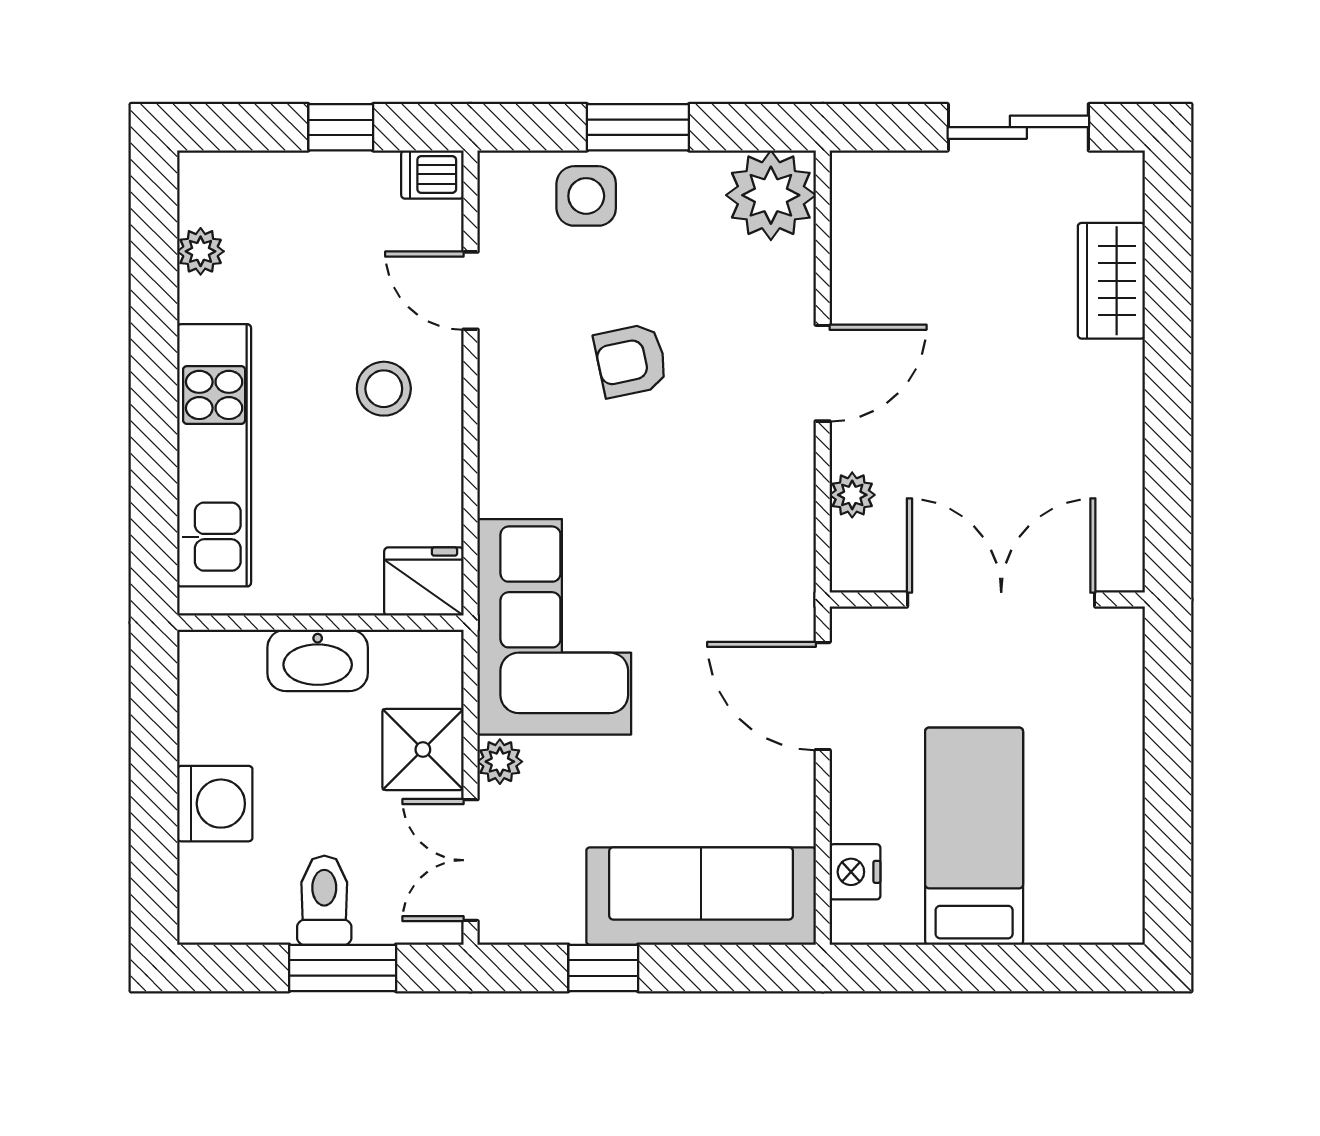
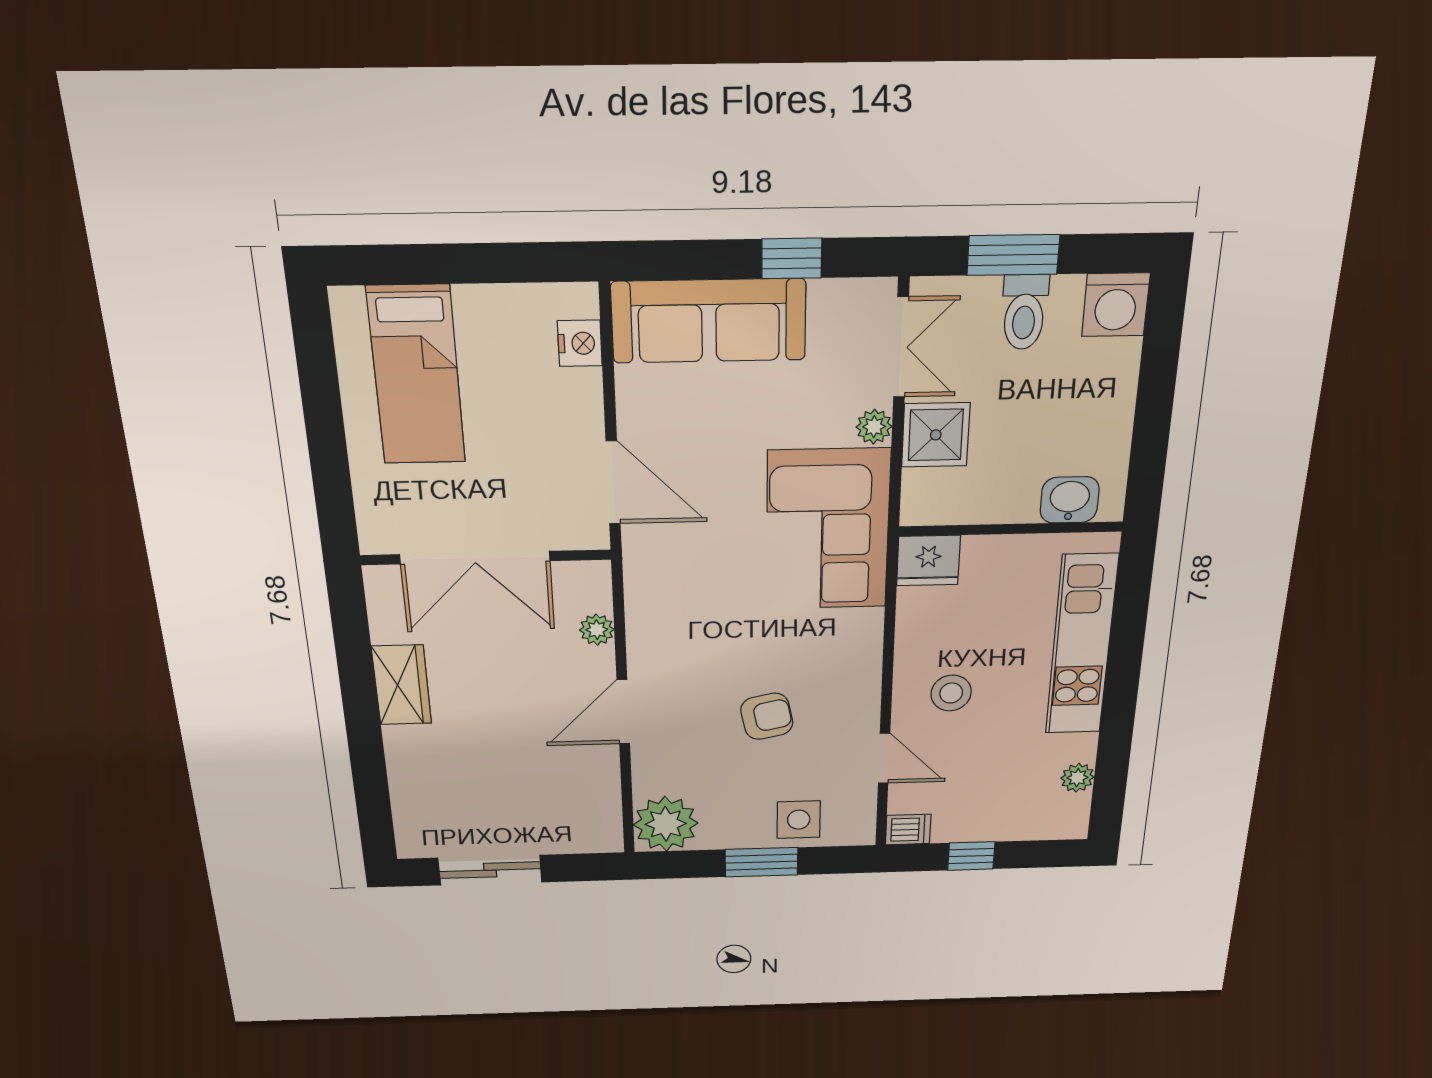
wardrobe: (1111, 281) -> (402, 685), moved
washbasin: (318, 660) -> (1070, 500), moved, width x0.72
washing machine: (215, 804) -> (1116, 305), moved, turned -90
bed: (974, 836) -> (416, 376), moved

